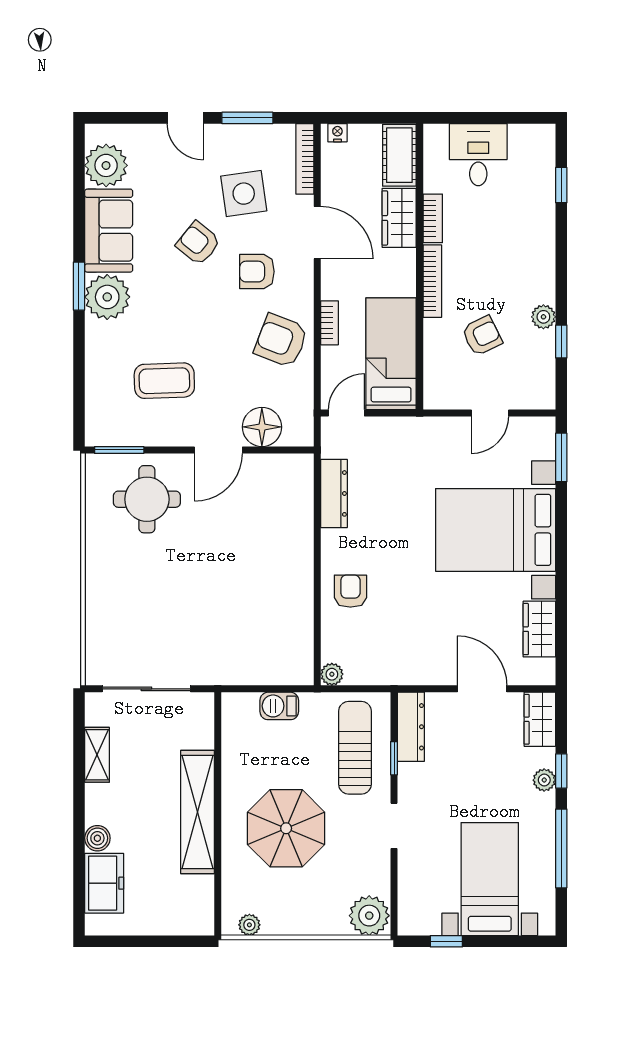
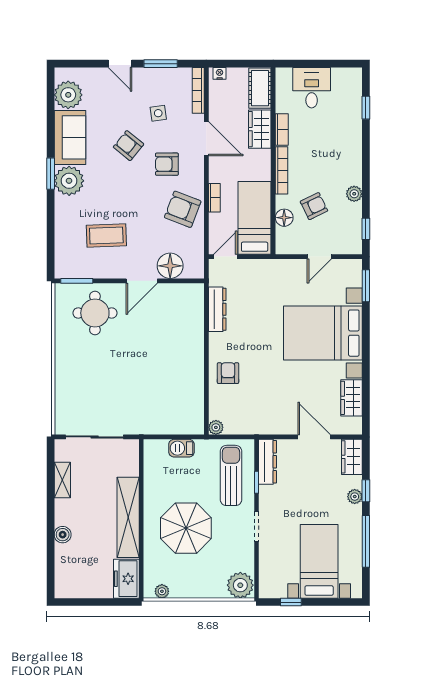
side table: (244, 194) -> (158, 113), width x0.54, depth x0.54
window: (561, 342) -> (366, 229), moved
floor lamp: (436, 353) -> (284, 218), added
freezer: (104, 883) -> (126, 579), moved, turned 180

